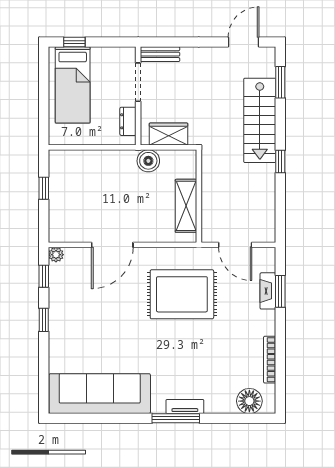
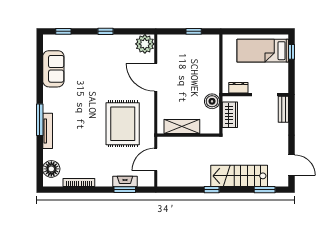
plant: (56, 255) -> (145, 44), width x1.87, depth x1.87
window: (44, 276) -> (63, 31), moved
sofa: (100, 394) -> (53, 69), width x0.54, depth x0.79
tv unit: (185, 406) -> (48, 131), width x1.41

